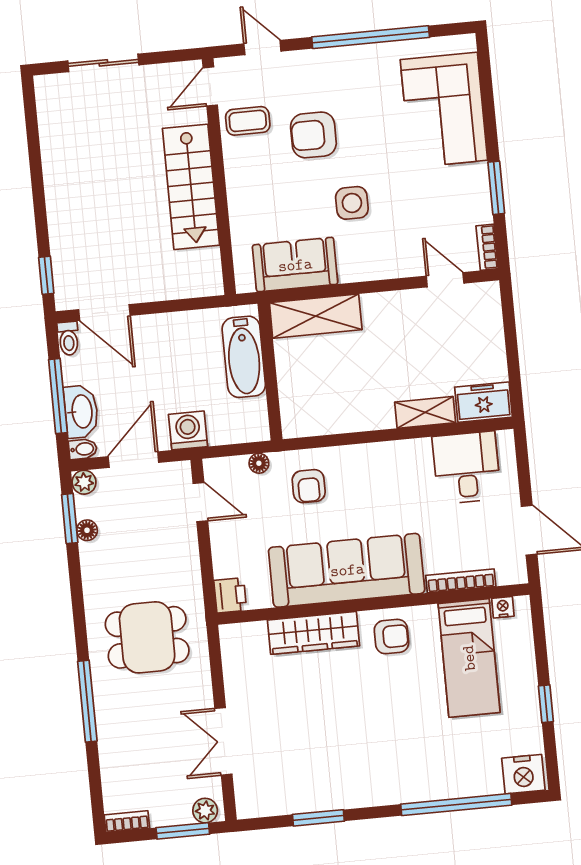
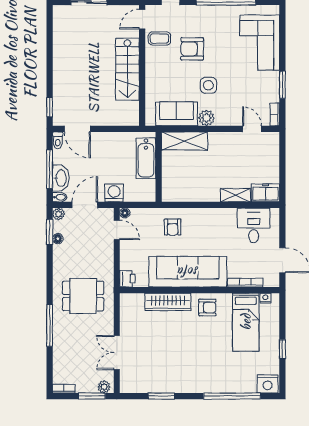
plant: (354, 267) -> (207, 118), added
floor lamp: (259, 463) -> (125, 213), moved

